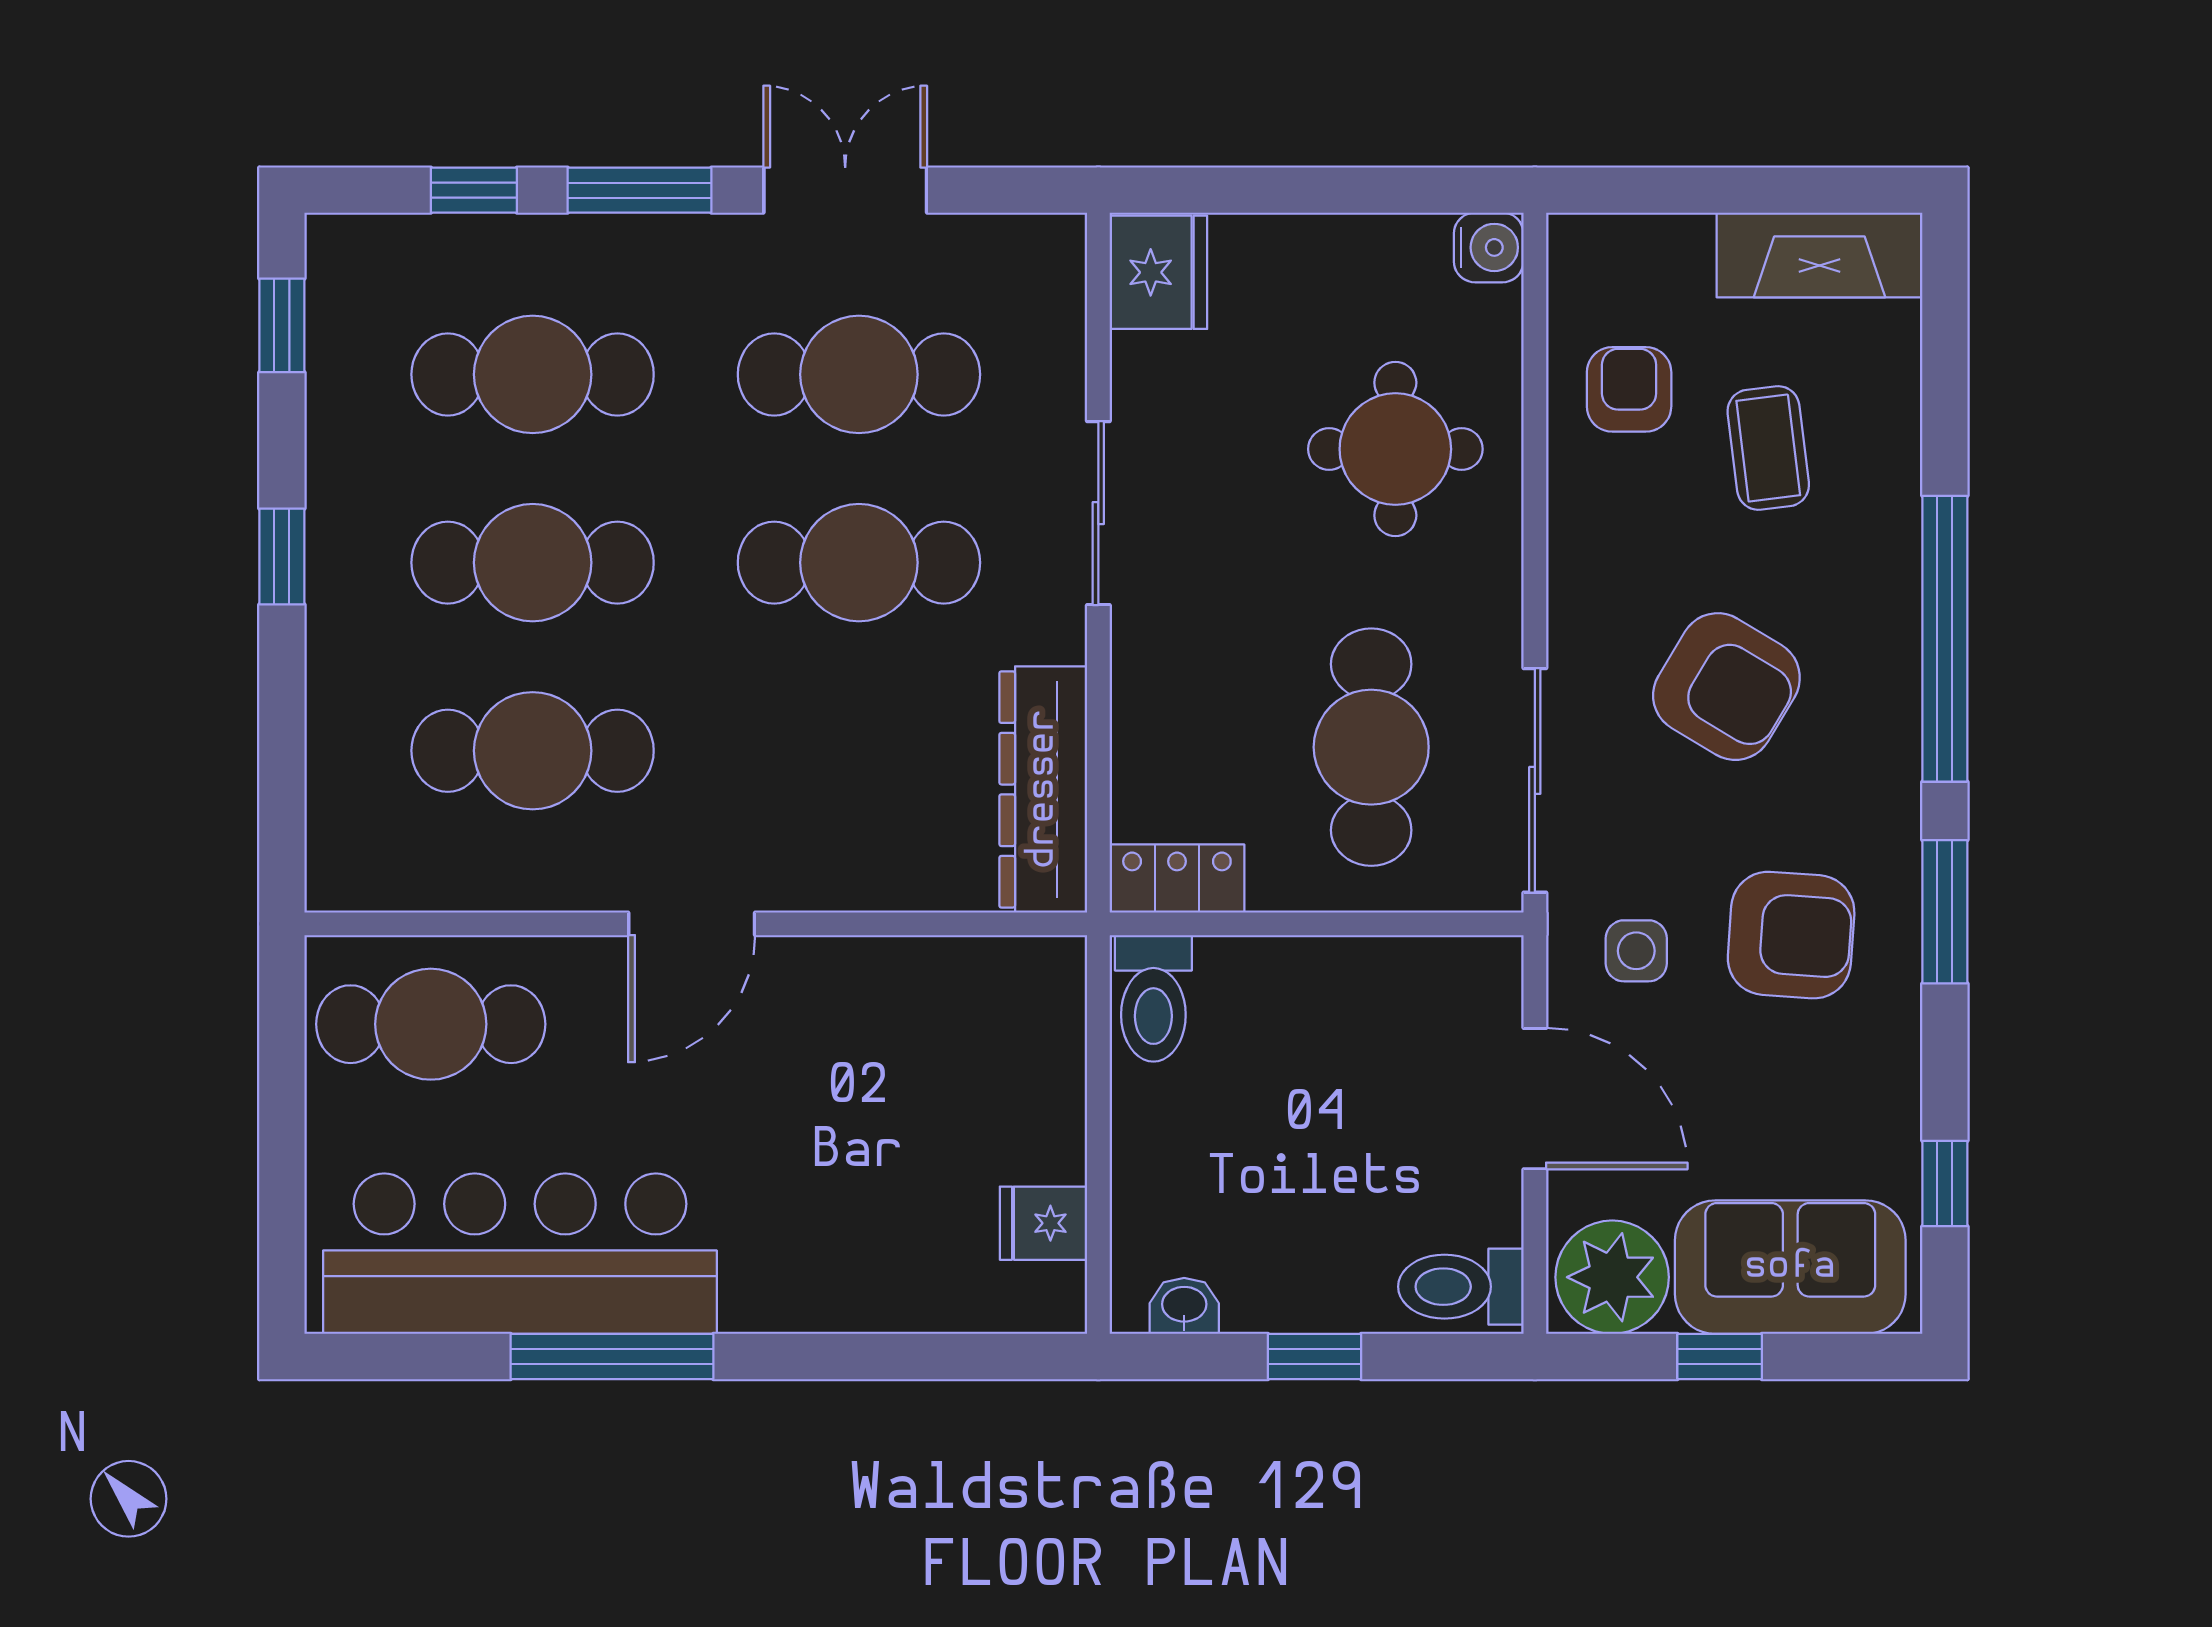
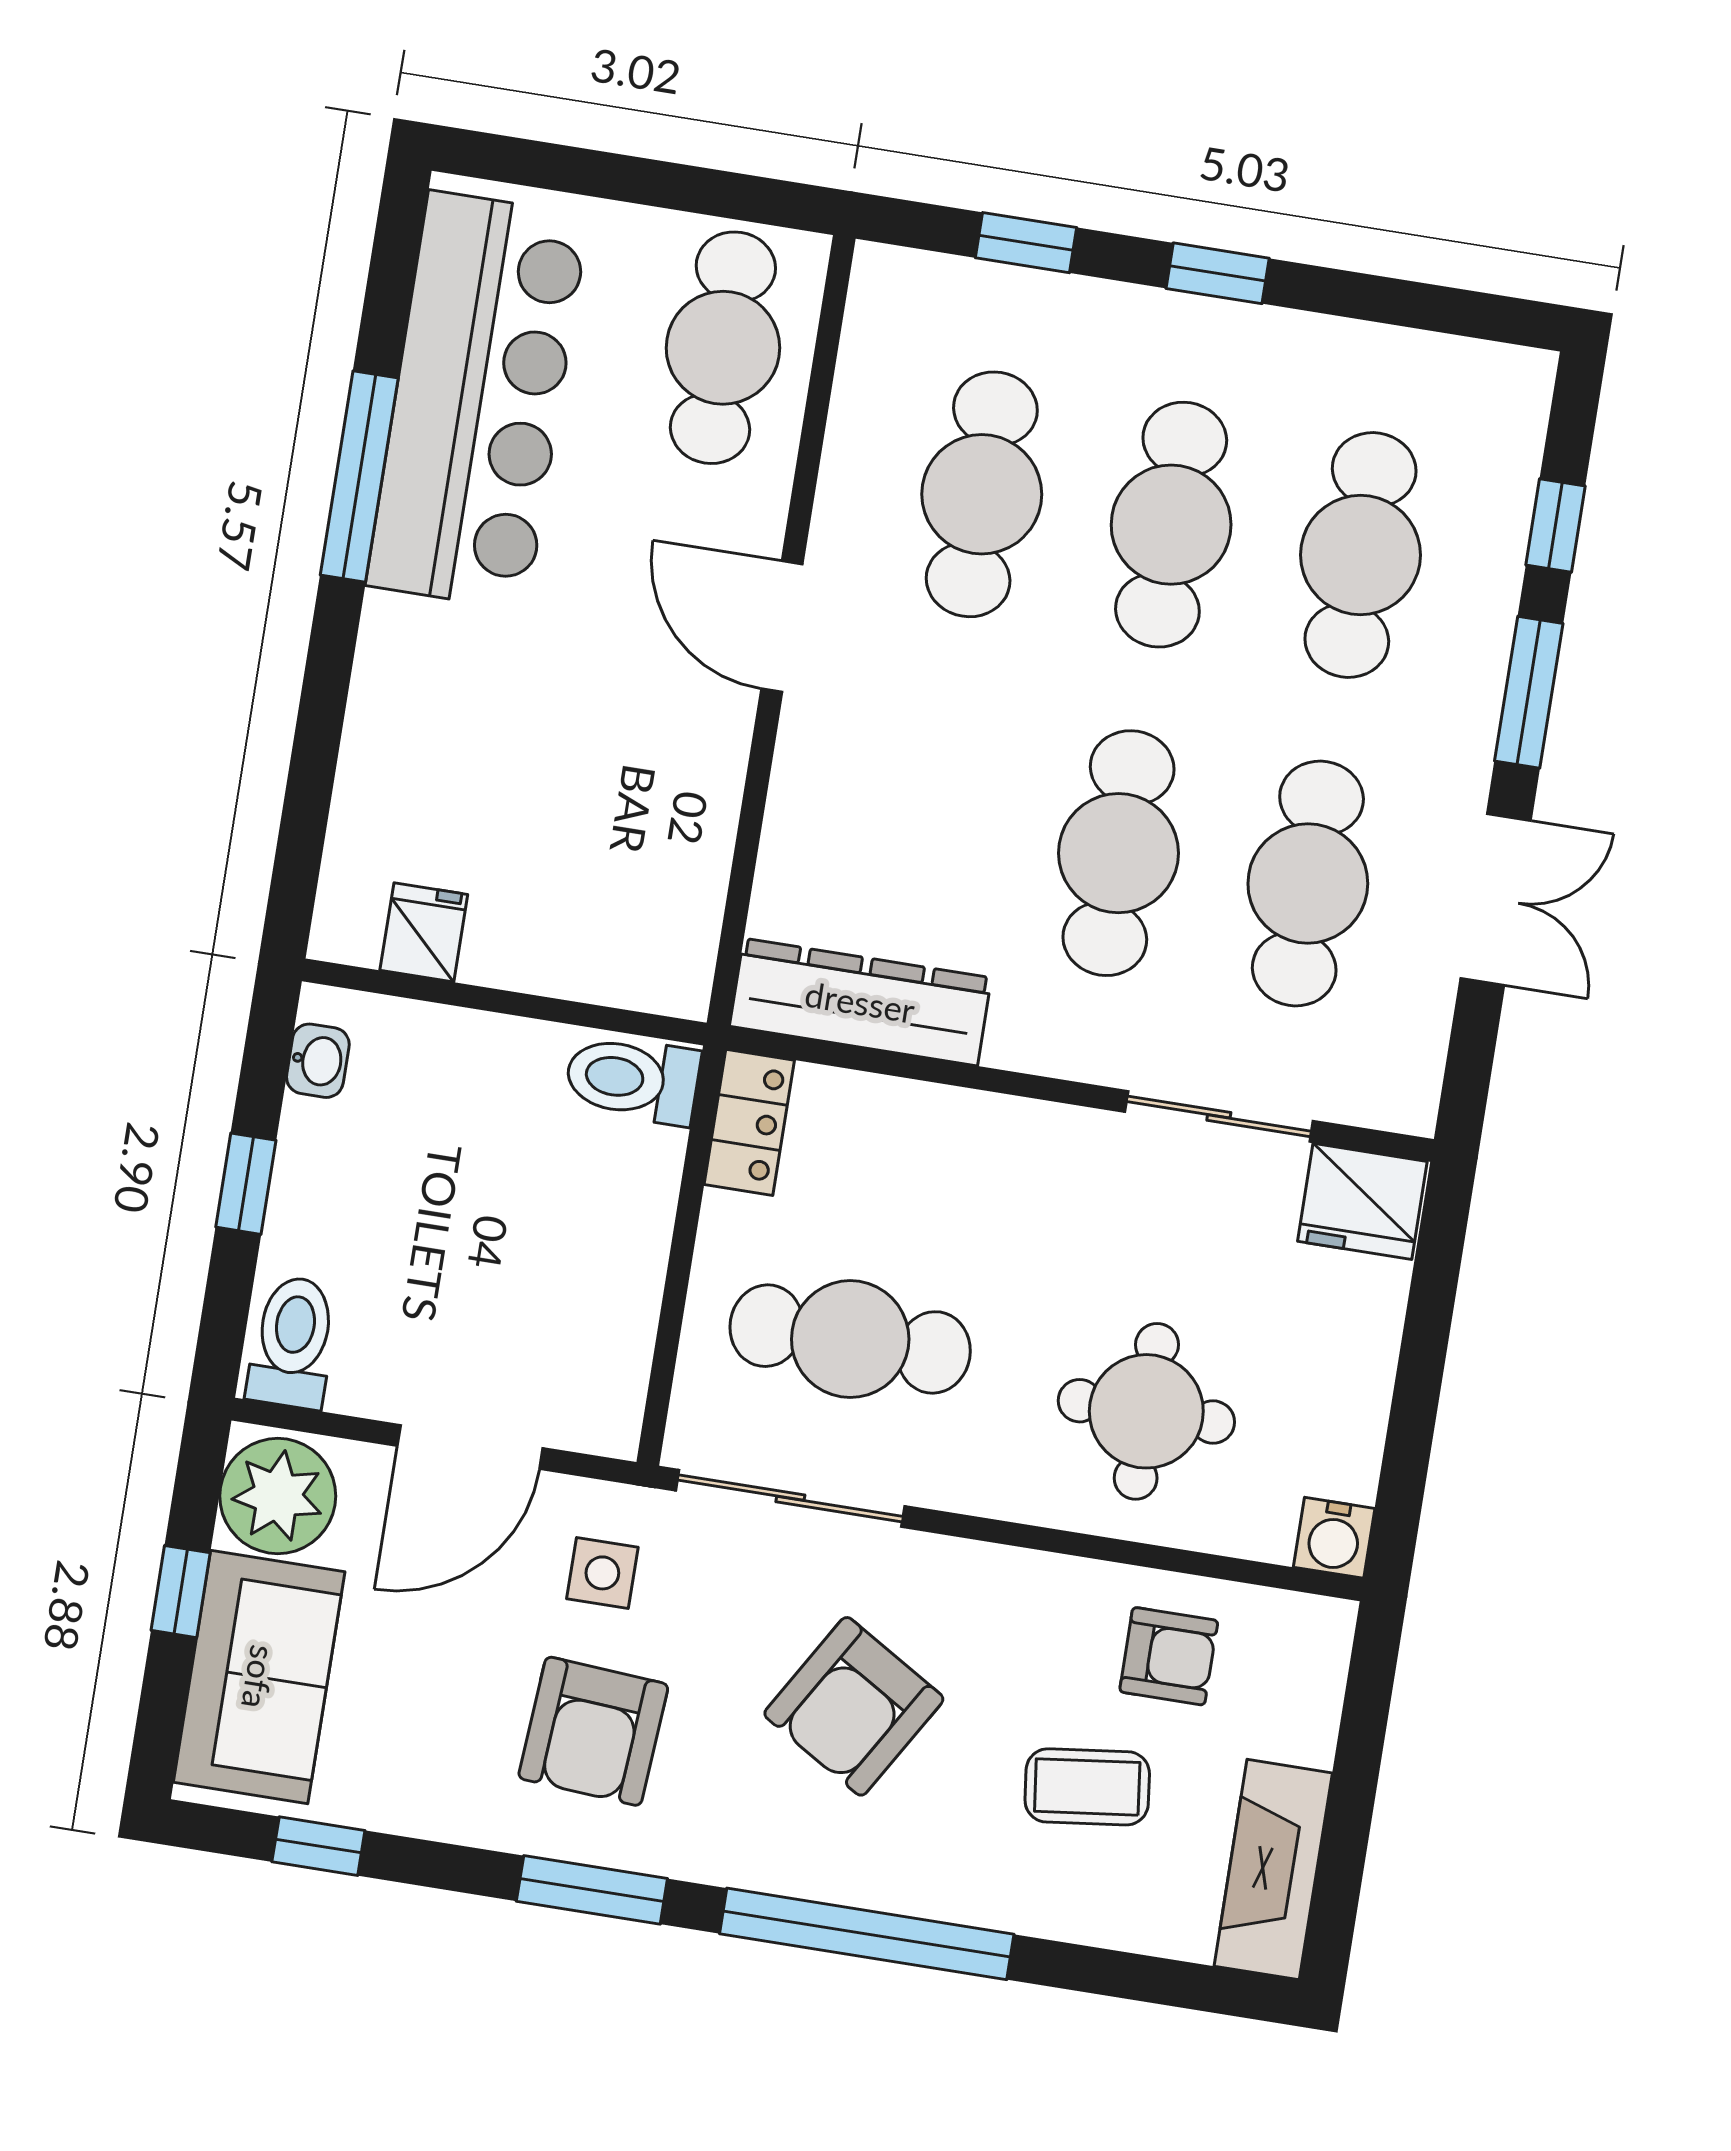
window: (282, 325) -> (1026, 243), moved
sliding door: (1098, 513) -> (1219, 1116), moved

